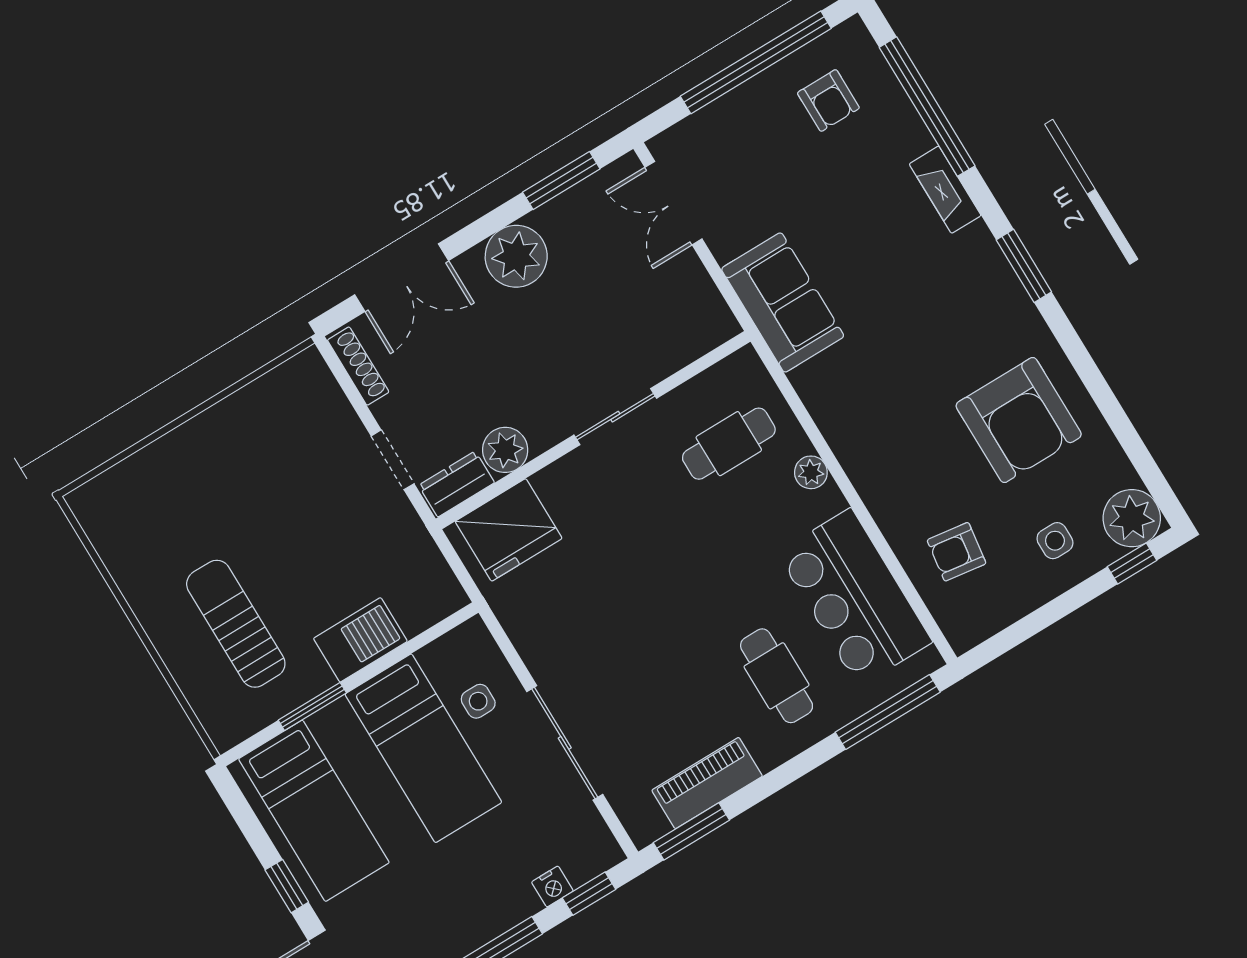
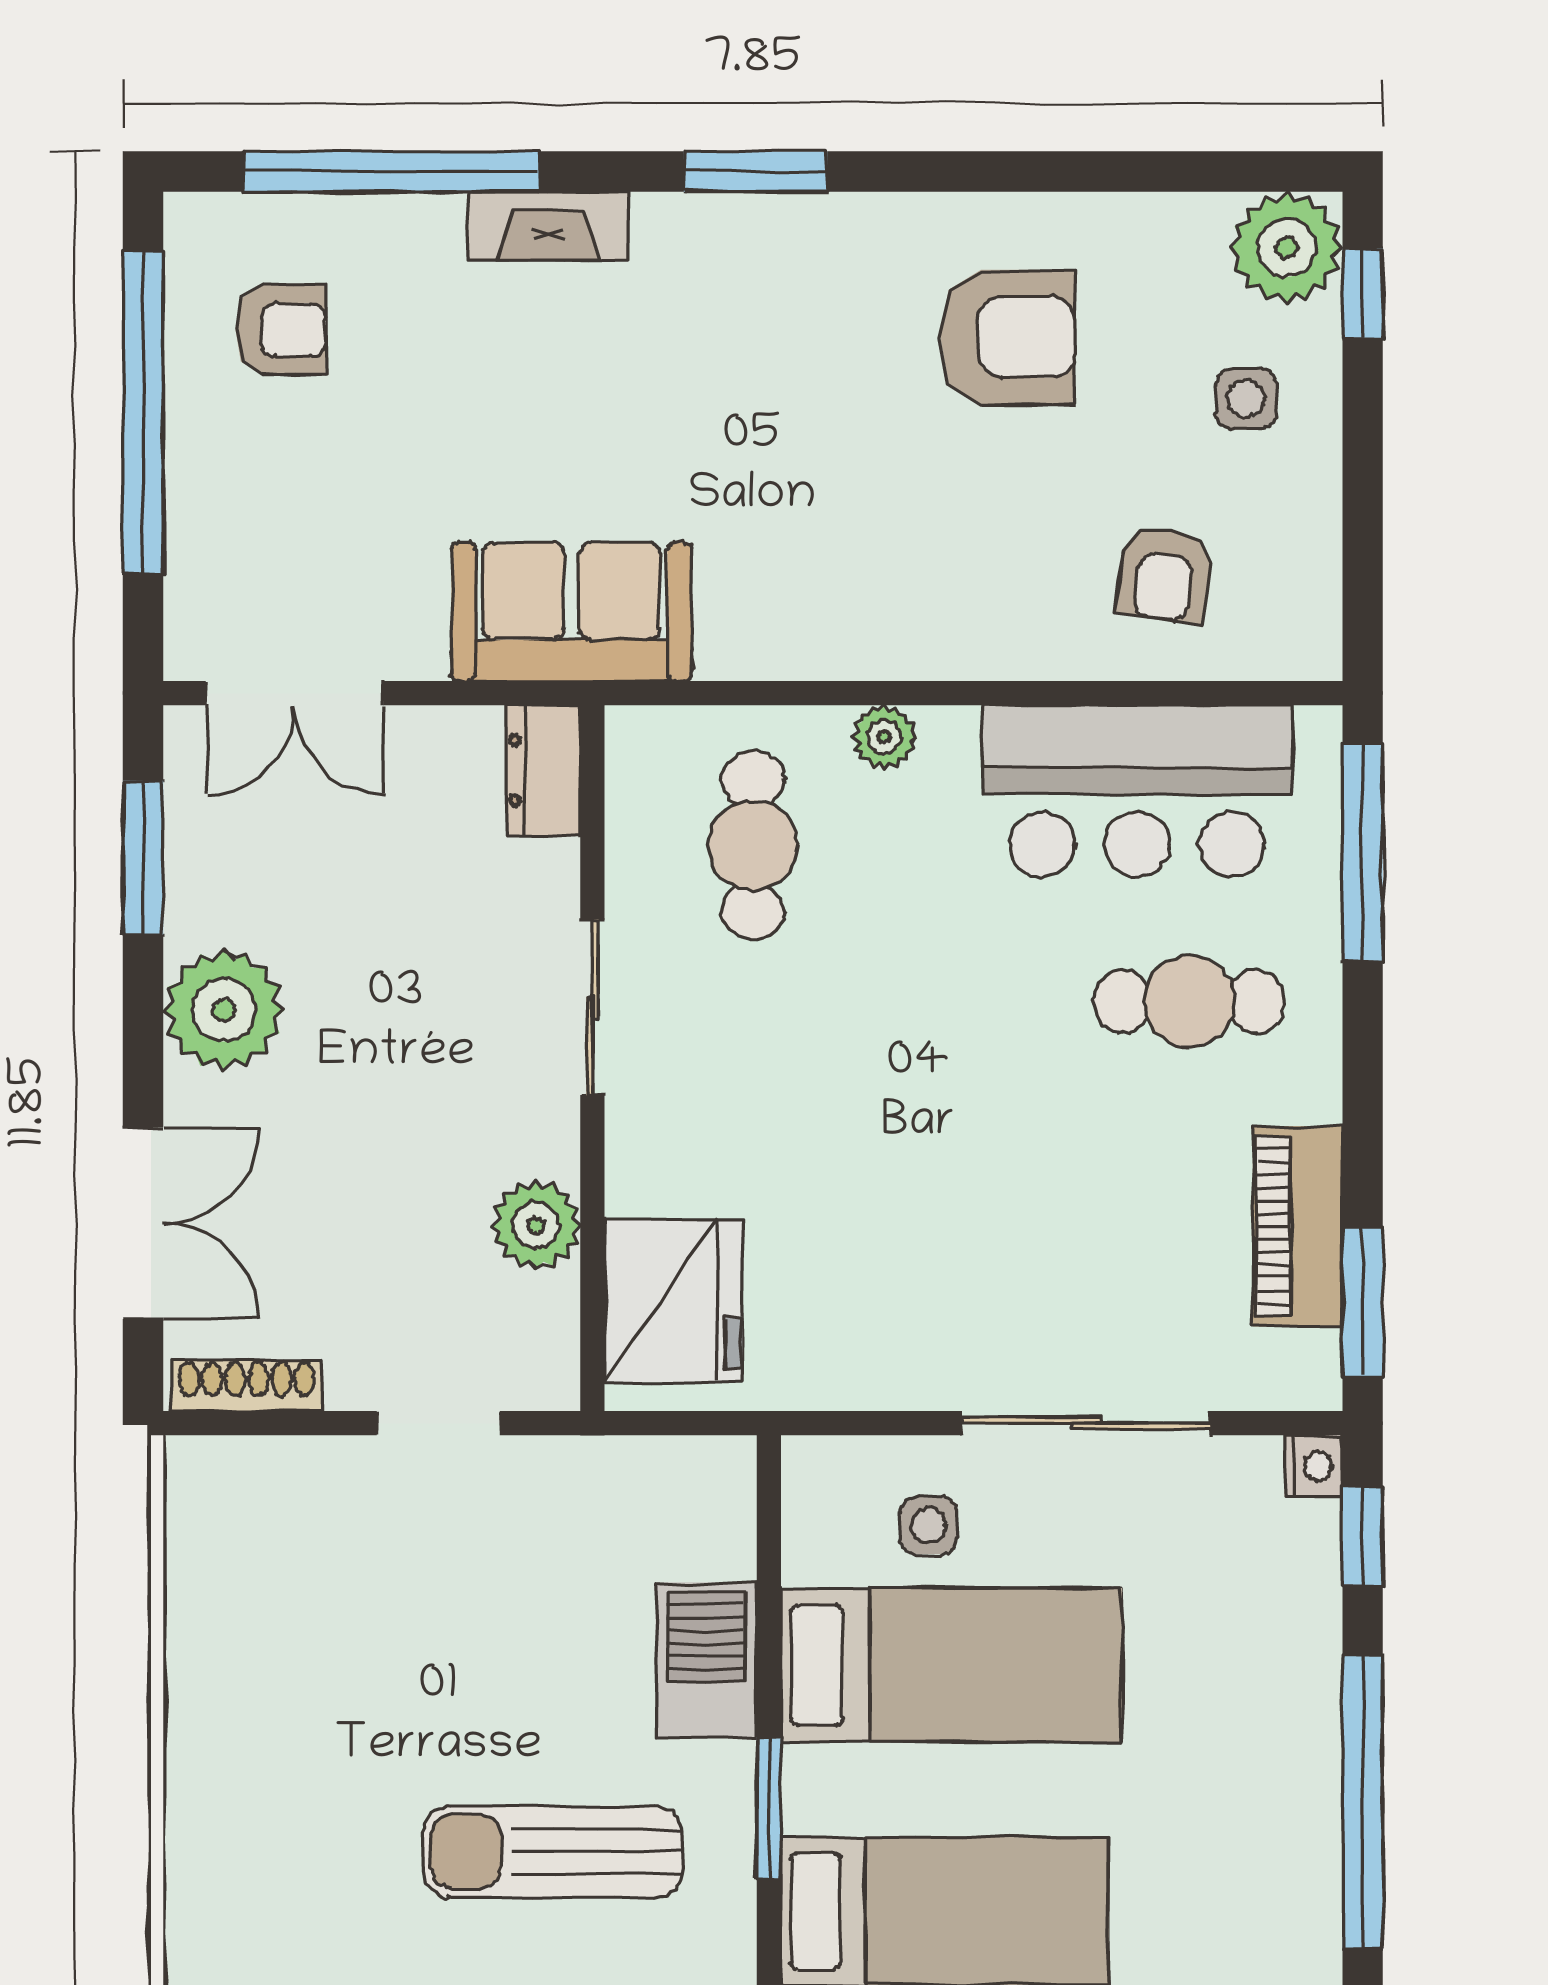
armchair: (1019, 420) -> (1008, 337), width x0.73, depth x0.73
dresser: (457, 484) -> (544, 770), moved
nightstand: (552, 886) -> (1313, 1466), moved

